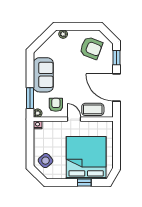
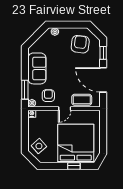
armchair: (91, 48) -> (80, 44), turned -104
door: (74, 119) -> (65, 109), swing flipped

